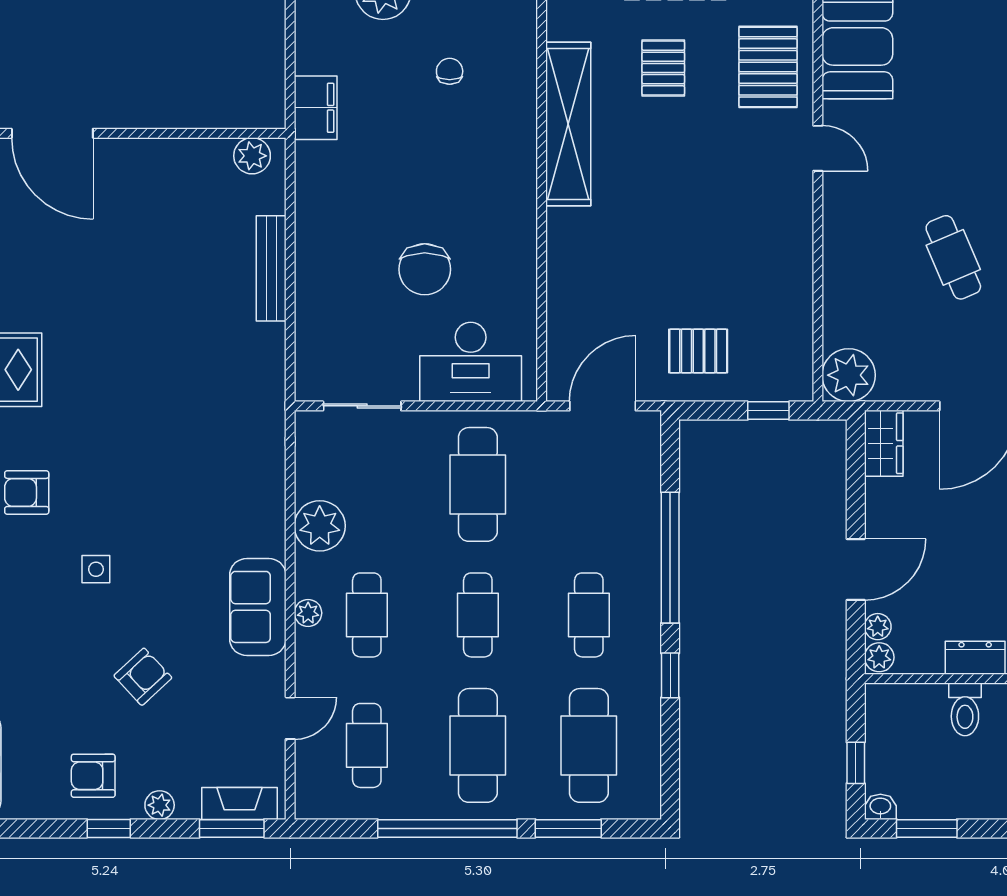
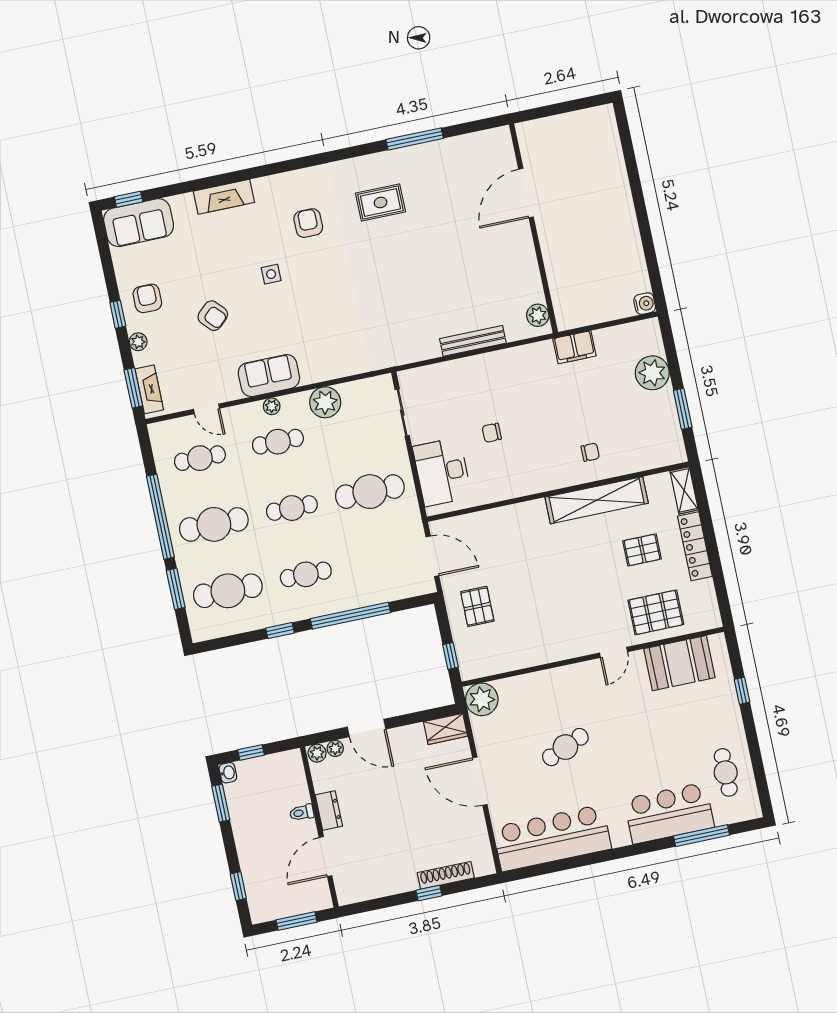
chair: (450, 71) -> (590, 452), moved
chair: (425, 269) -> (492, 433), width x0.54, depth x0.54
toilet: (965, 709) -> (302, 813), width x0.73, depth x0.72

